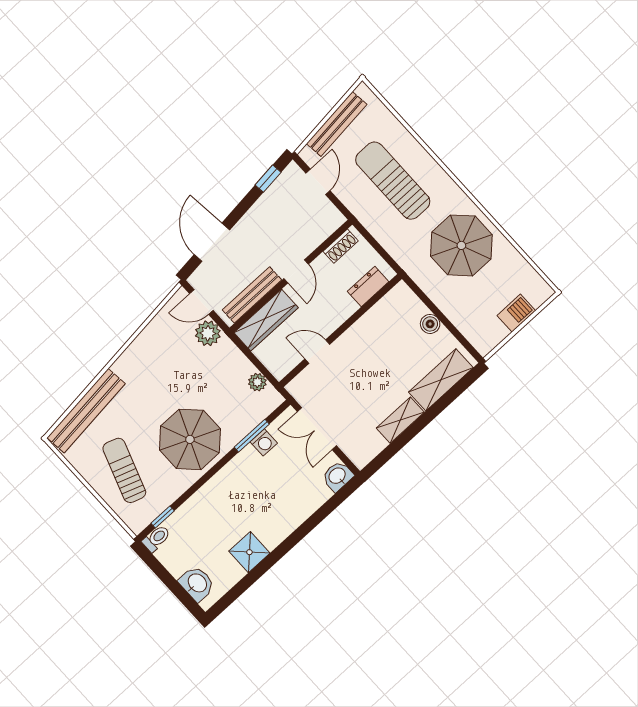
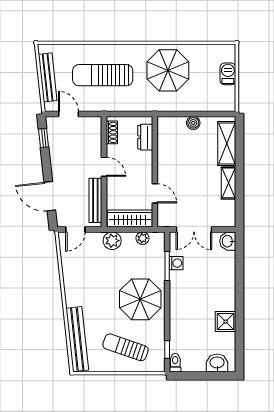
wardrobe: (266, 320) -> (130, 219), moved, turned -90
plant: (208, 333) -> (112, 241), moved
door: (317, 352) -> (155, 193), swing flipped

